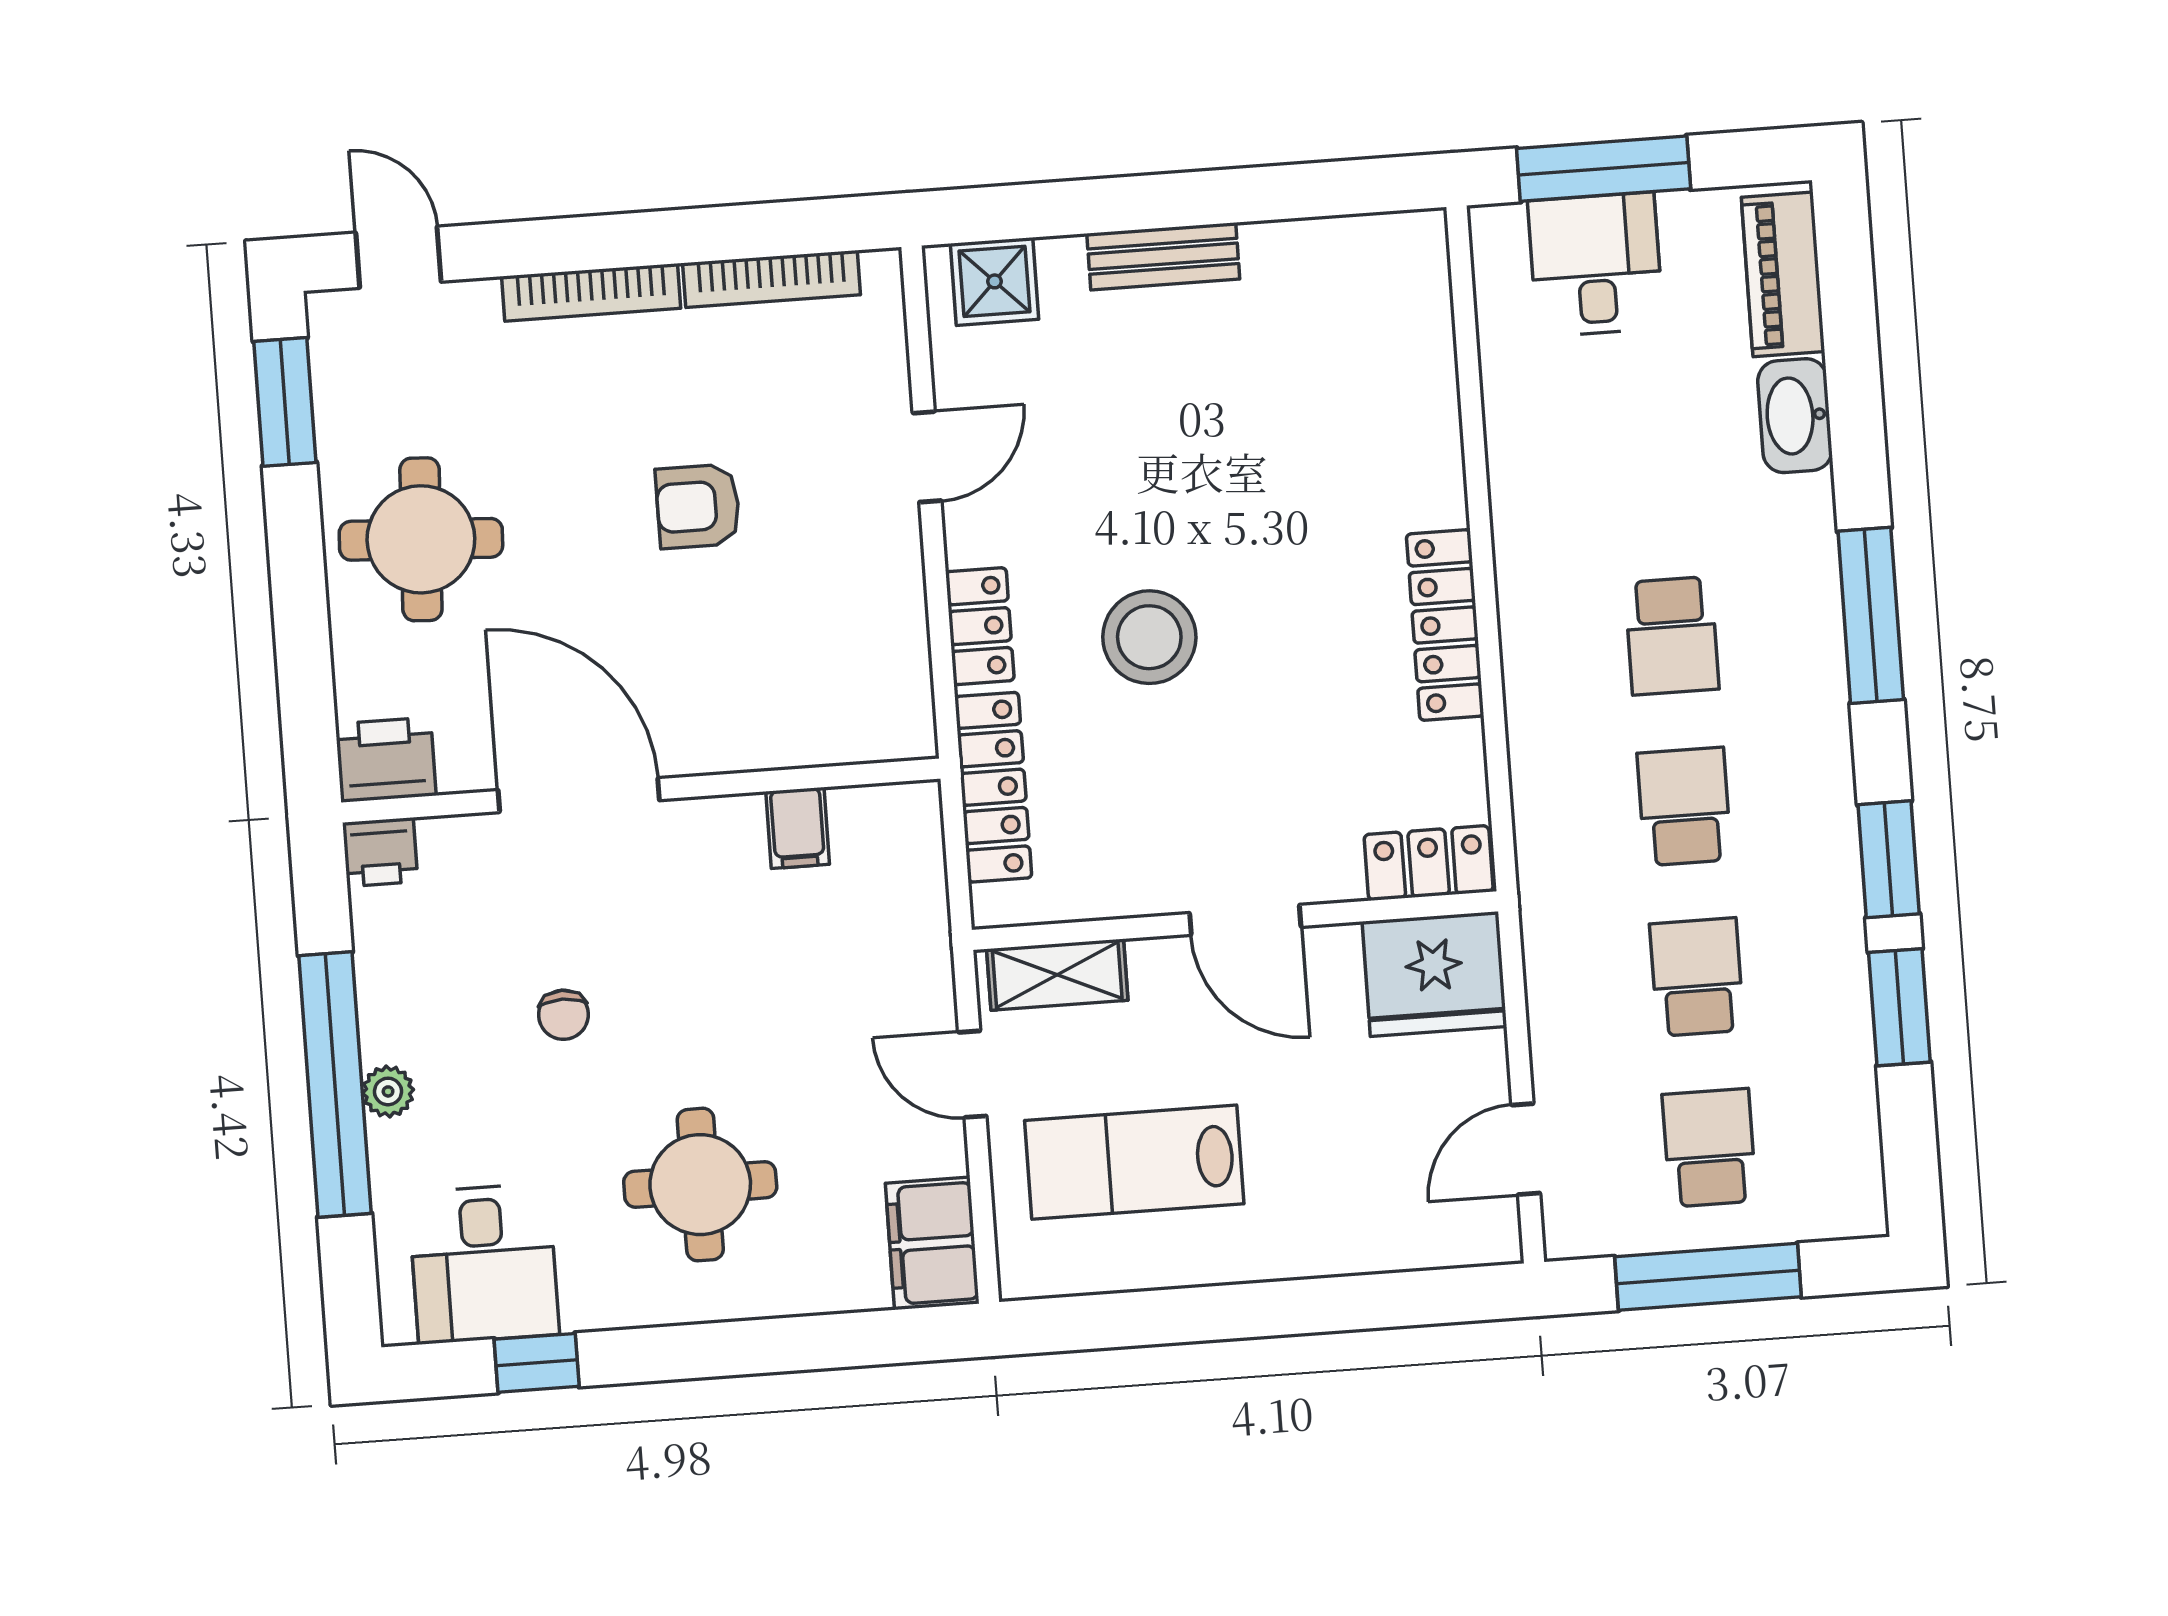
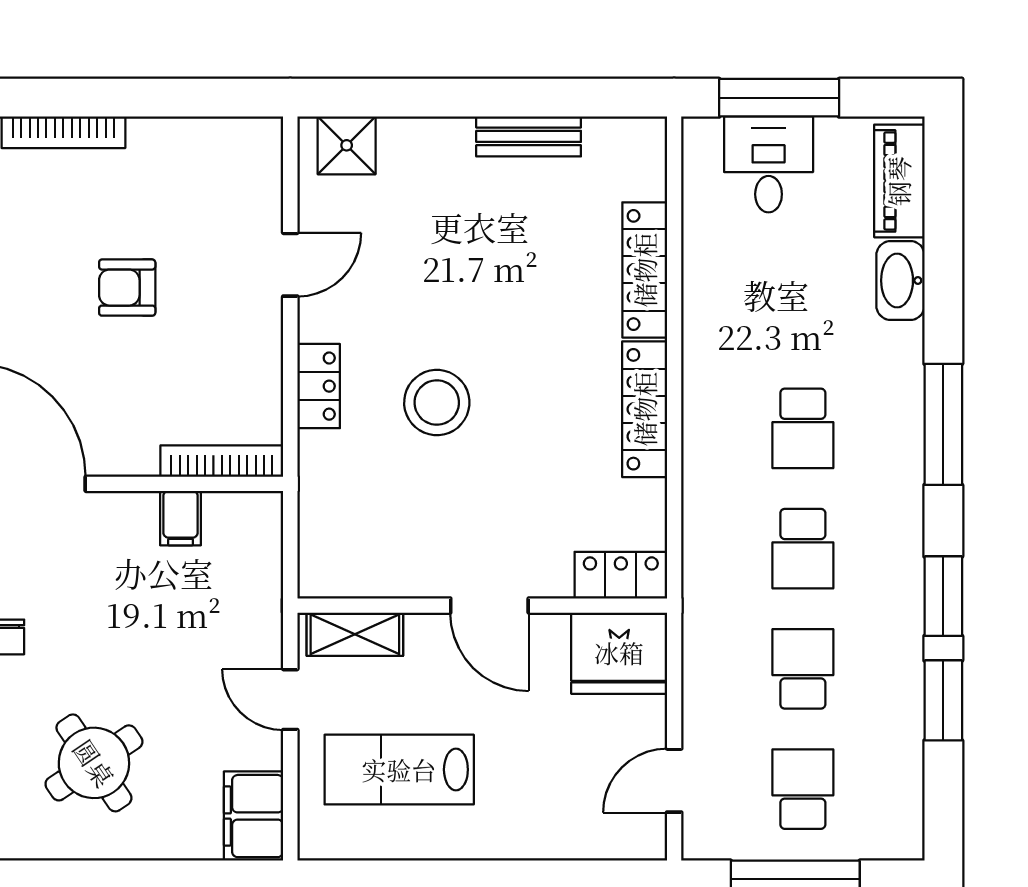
bench: (1163, 256) -> (529, 136), moved
bookcase: (771, 279) -> (222, 461), moved, turned 180
locker: (993, 787) -> (645, 270), moved, turned 180
school desk: (1684, 806) -> (803, 549), turned 180
round table: (700, 1185) -> (94, 763), turned -34

